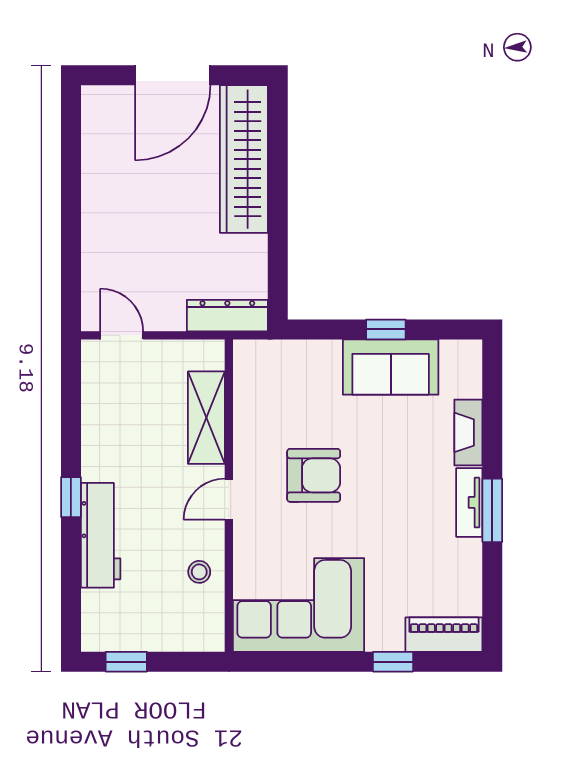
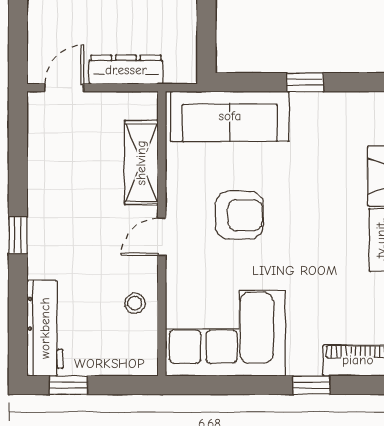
dresser: (227, 316) -> (126, 70), moved
door: (122, 335) -> (64, 88), hinge flipped
sofa: (391, 367) -> (230, 116), moved, width x1.36
workbench: (101, 535) -> (45, 328), moved

